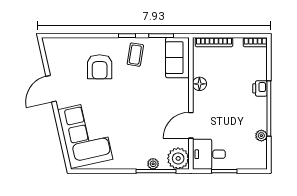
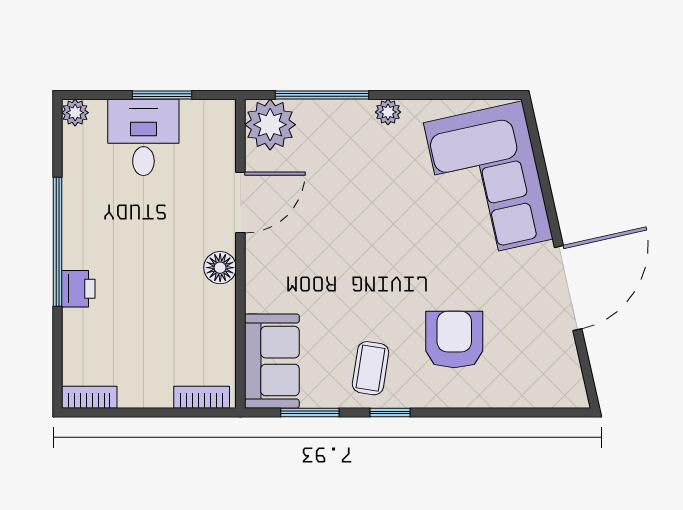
bookcase: (214, 42) -> (202, 397), width x0.64
floor lamp: (199, 84) -> (220, 268), moved
door: (51, 89) -> (568, 288), width x1.36
plant: (261, 136) -> (75, 113), moved
desk: (209, 154) -> (143, 137), moved, turned -90
plant: (153, 164) -> (388, 112), moved

